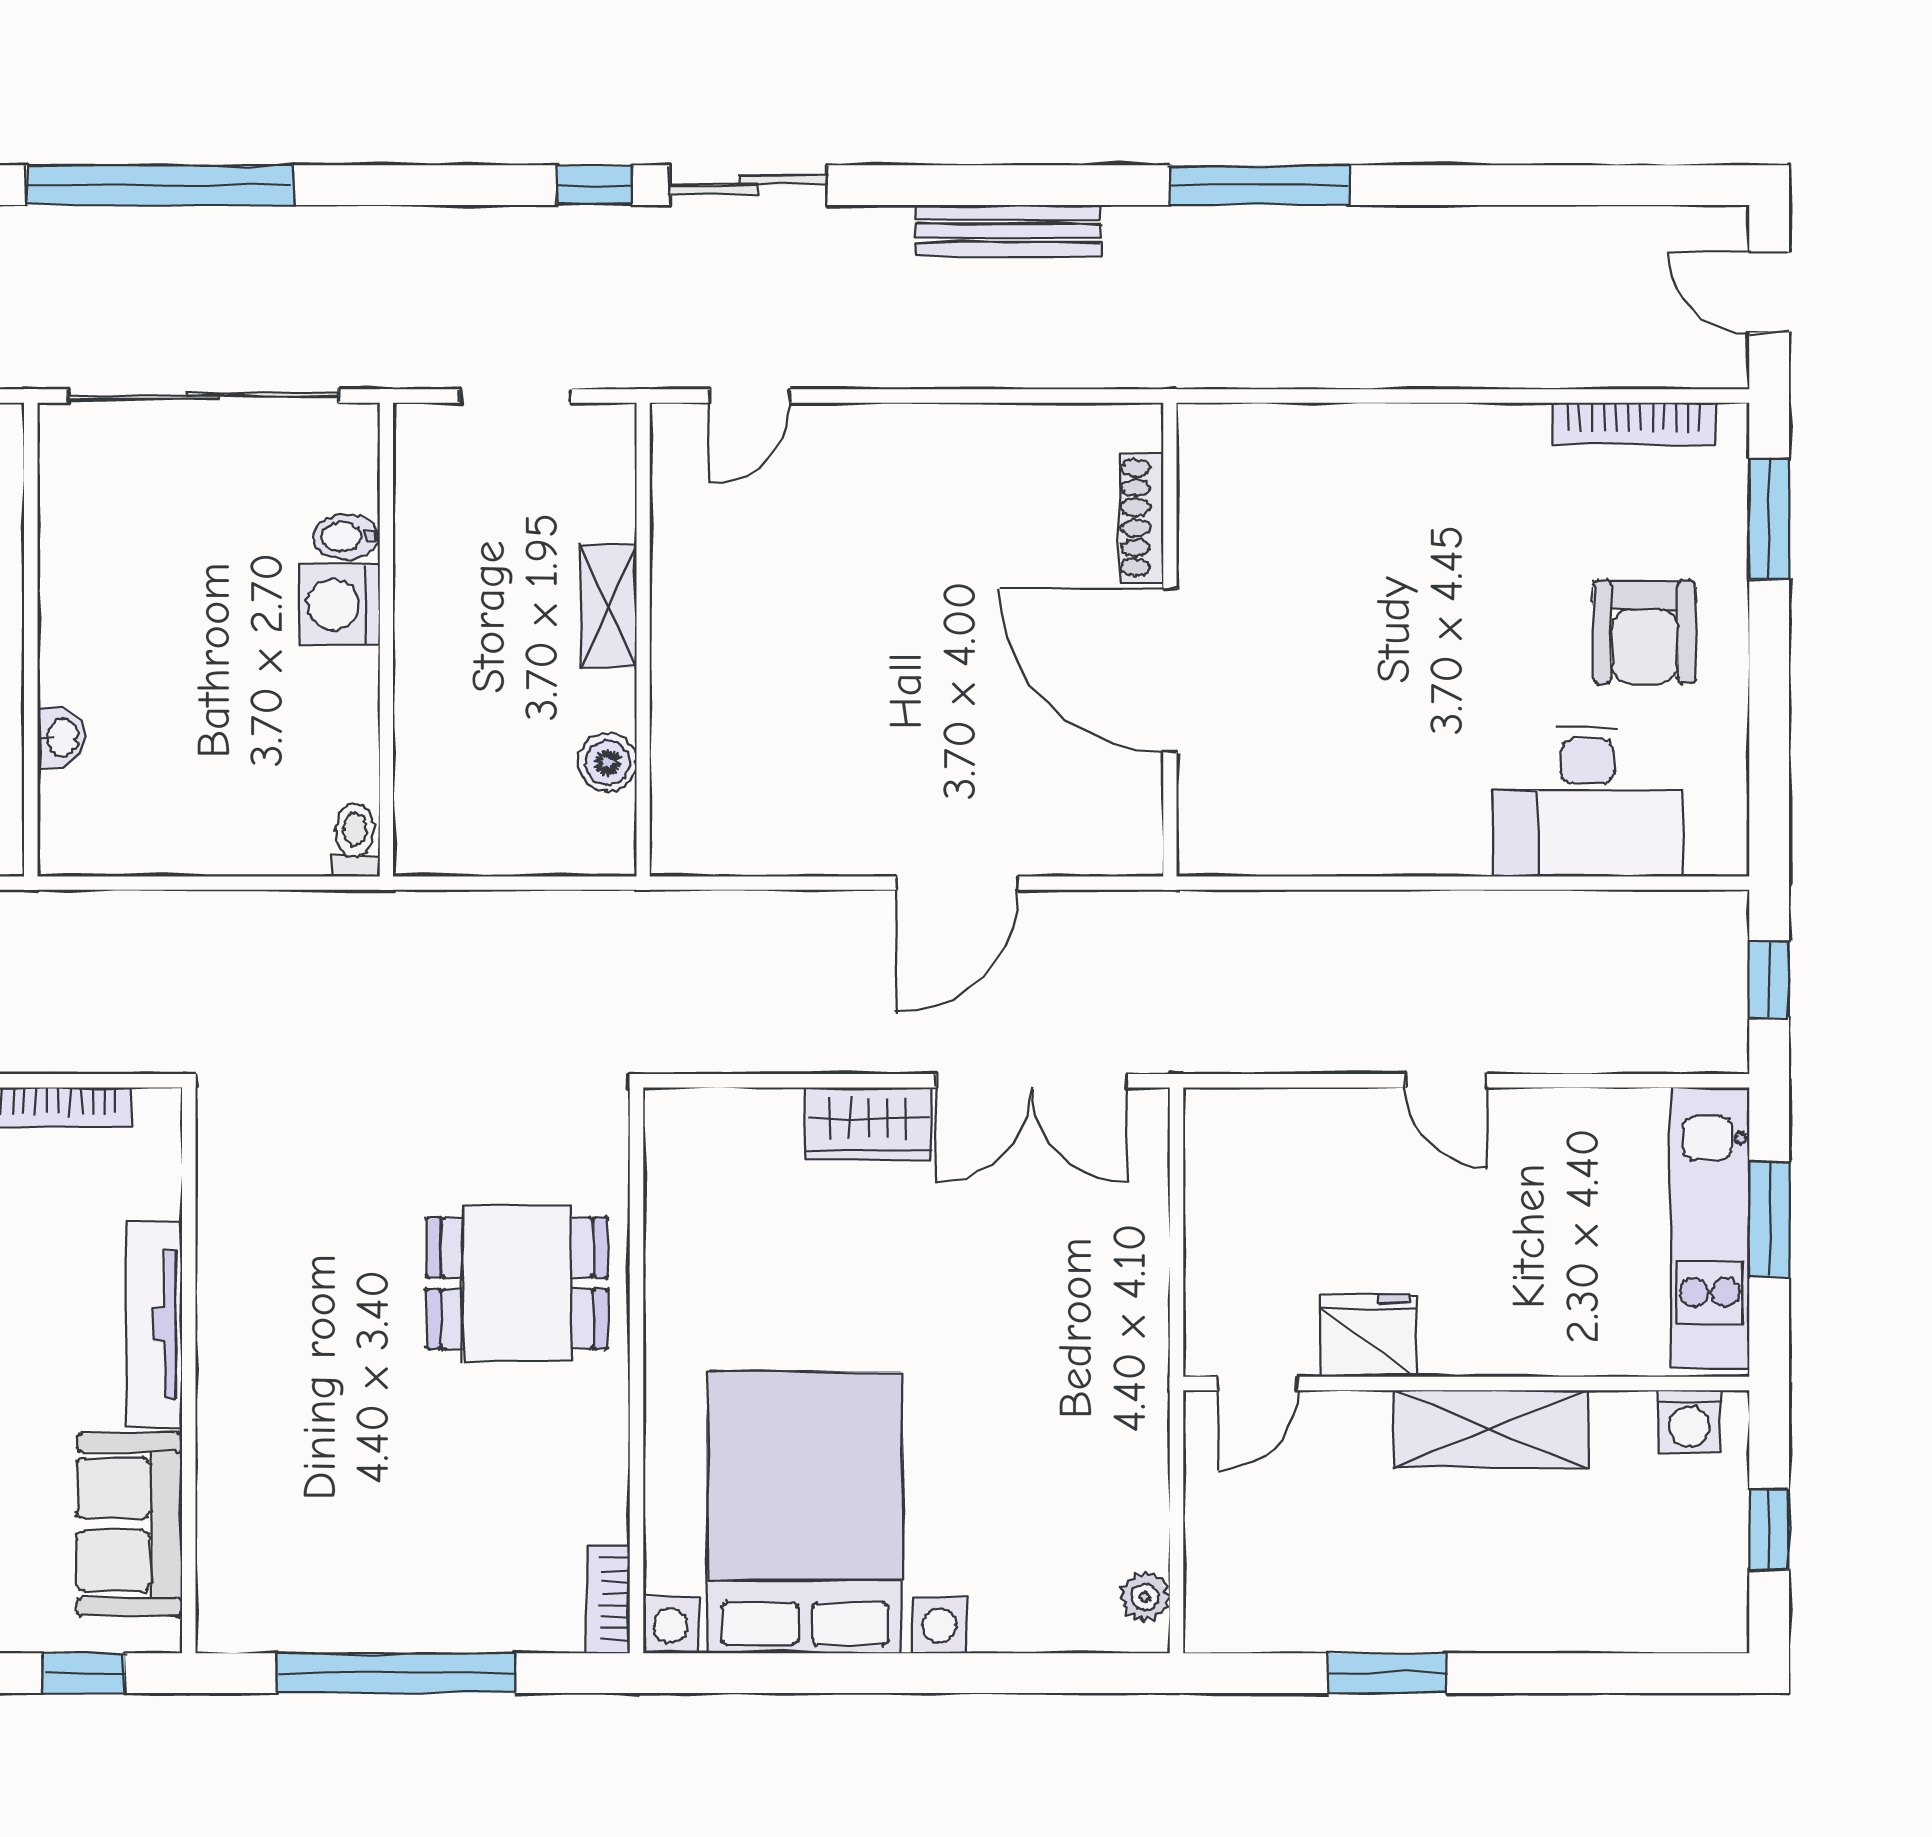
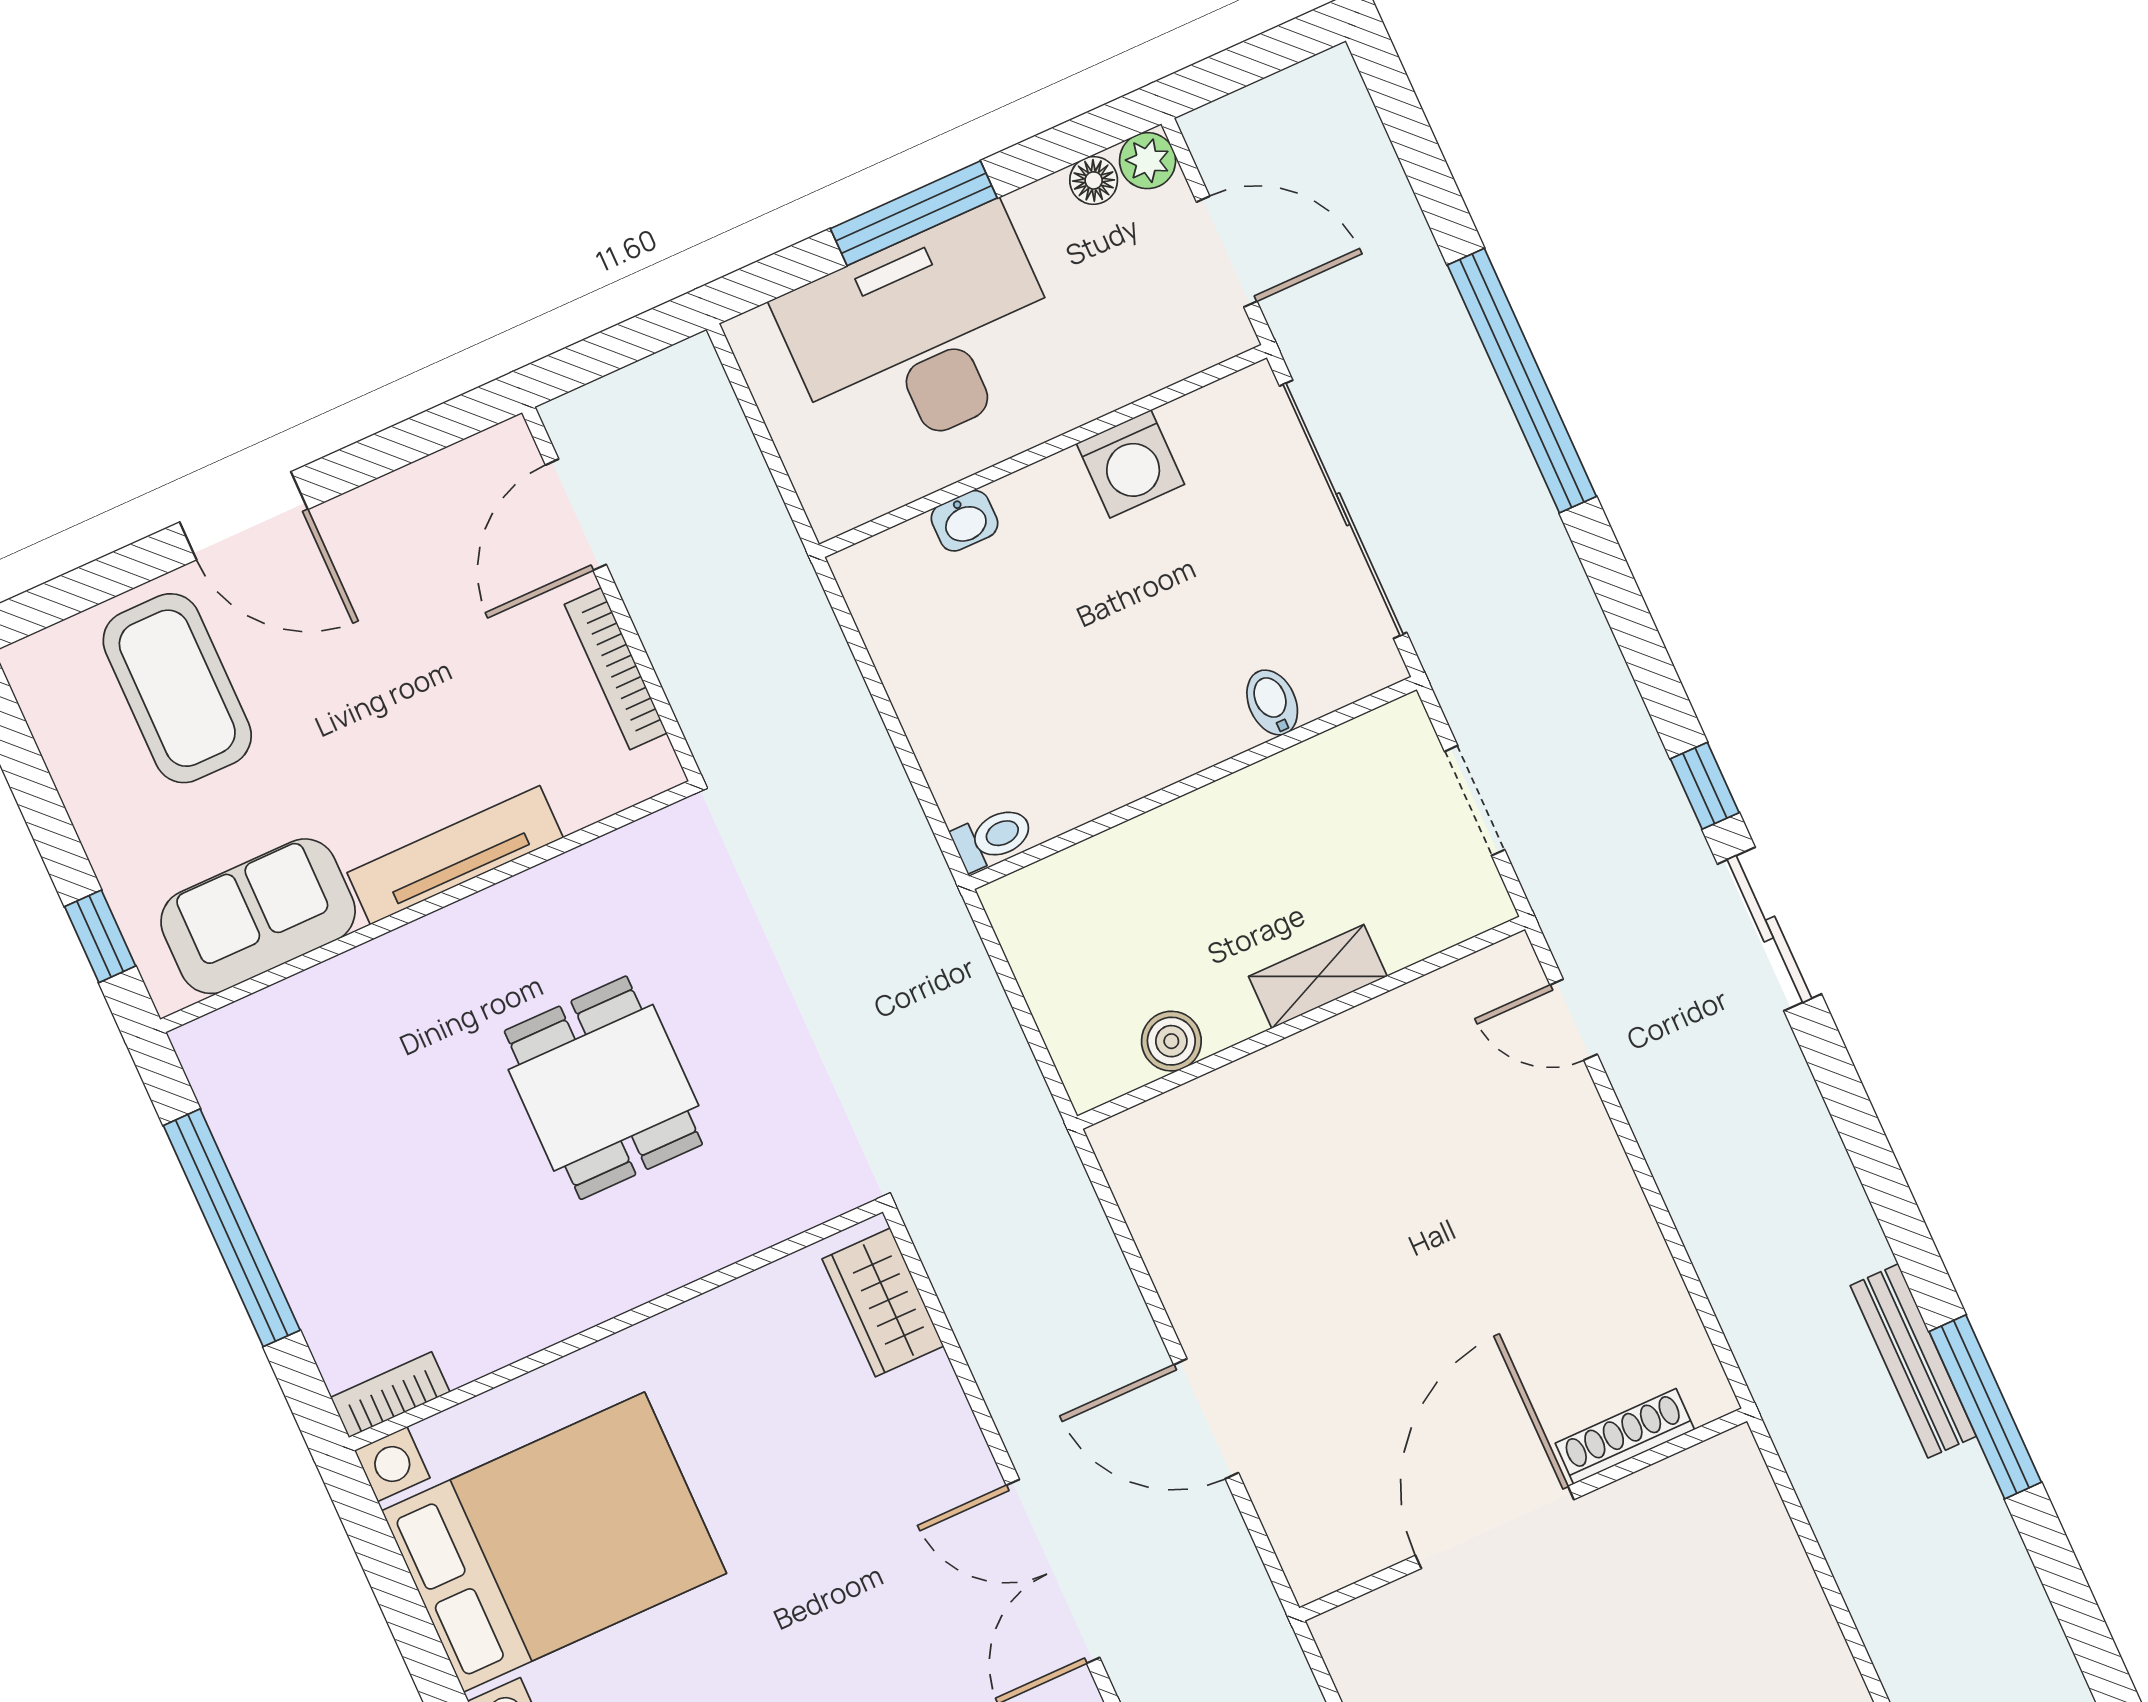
bench: (1008, 231) -> (1913, 1361), moved
washing machine: (340, 604) -> (1130, 464), moved, turned 180
wardrobe: (868, 1124) -> (883, 1302), moved
dining table: (517, 1283) -> (603, 1088), moved

